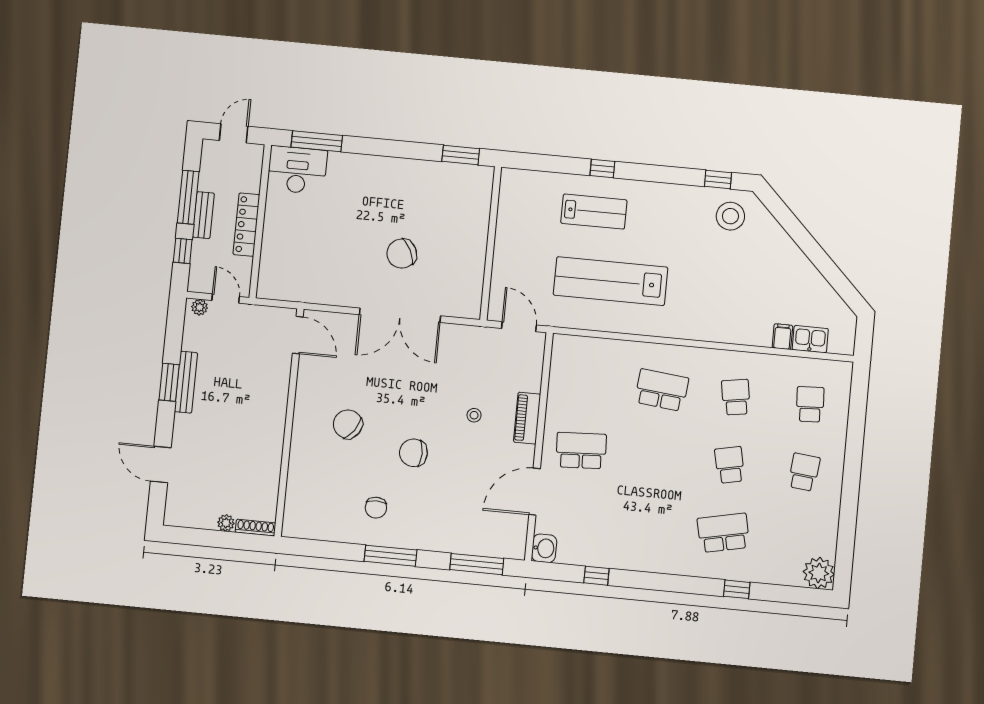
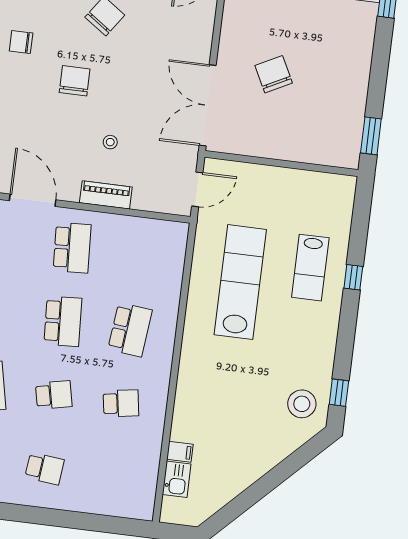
double door: (400, 315) -> (208, 105), moved
school desk: (810, 404) -> (63, 321), moved, width x1.85

